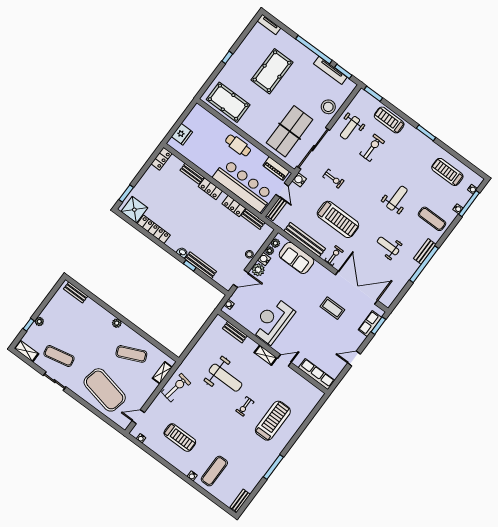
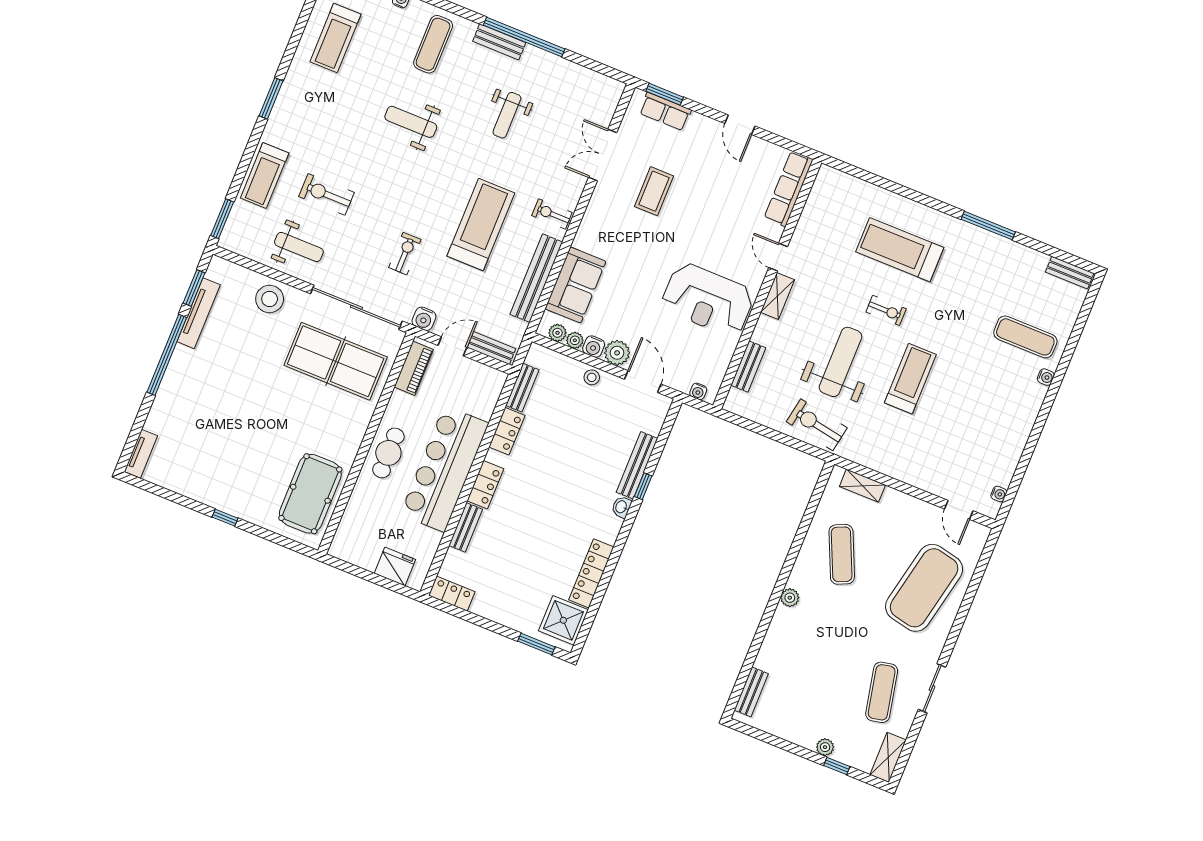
pool table: (272, 71) -> (229, 425), removed
bar counter: (243, 186) -> (444, 469), moved
double door: (356, 288) -> (603, 155), width x0.54
exercise bike: (176, 388) -> (817, 425), moved
treadmill: (180, 438) -> (910, 379), moved

